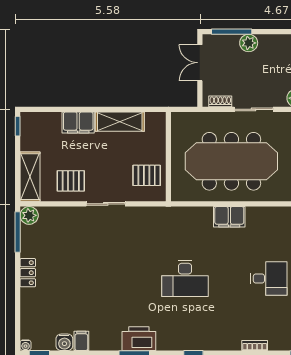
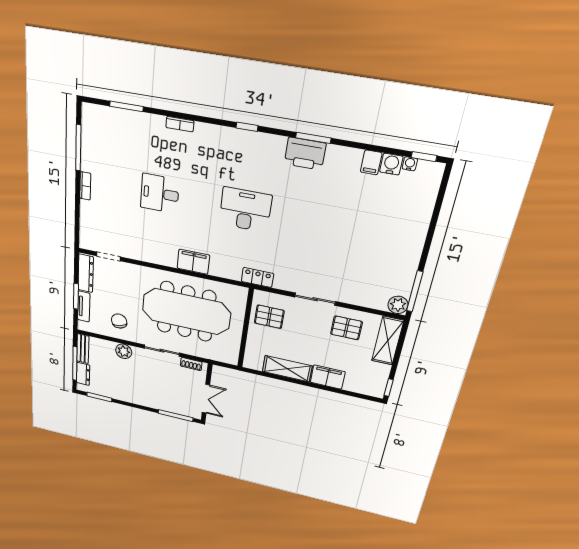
plant: (249, 43) -> (162, 404), removed
locker: (28, 273) -> (257, 277), moved, turned 90
water cooler: (26, 345) -> (410, 164), moved

